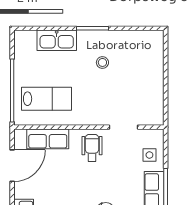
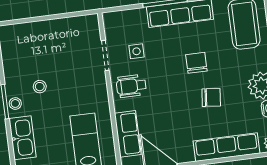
stool: (90, 38) -> (15, 103), added
side table: (149, 155) -> (137, 51), moved

